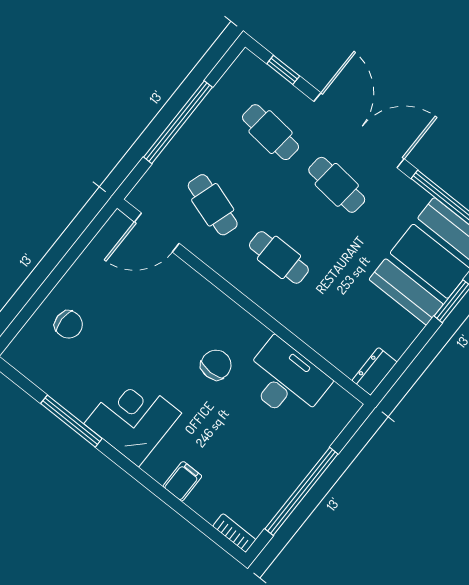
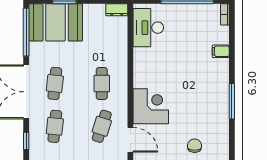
chair: (216, 365) -> (164, 75), removed
desk: (286, 380) -> (148, 28), moved
corner desk: (133, 418) -> (151, 106), moved, turned 180
window: (71, 421) -> (232, 101), moved

